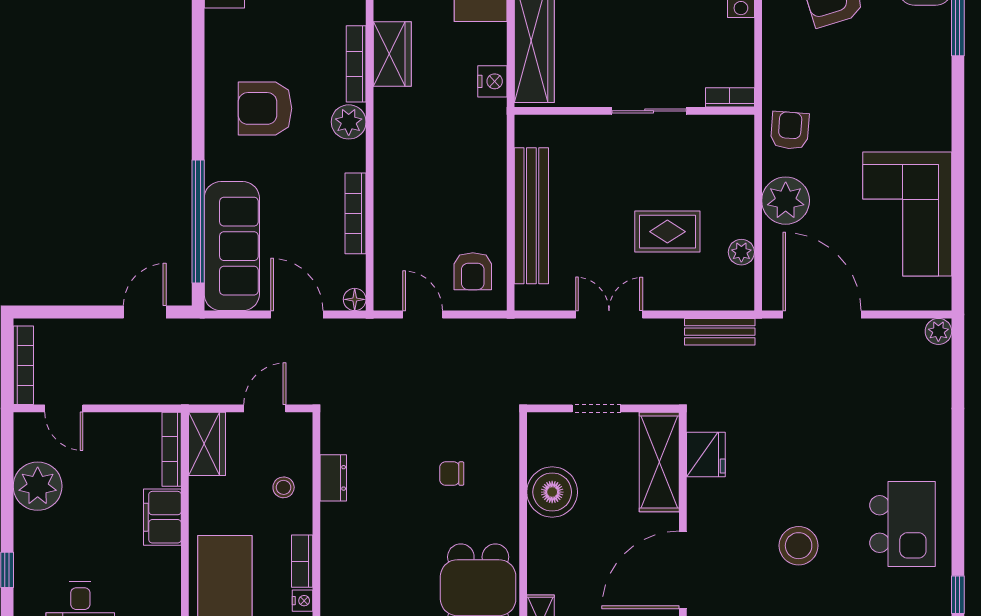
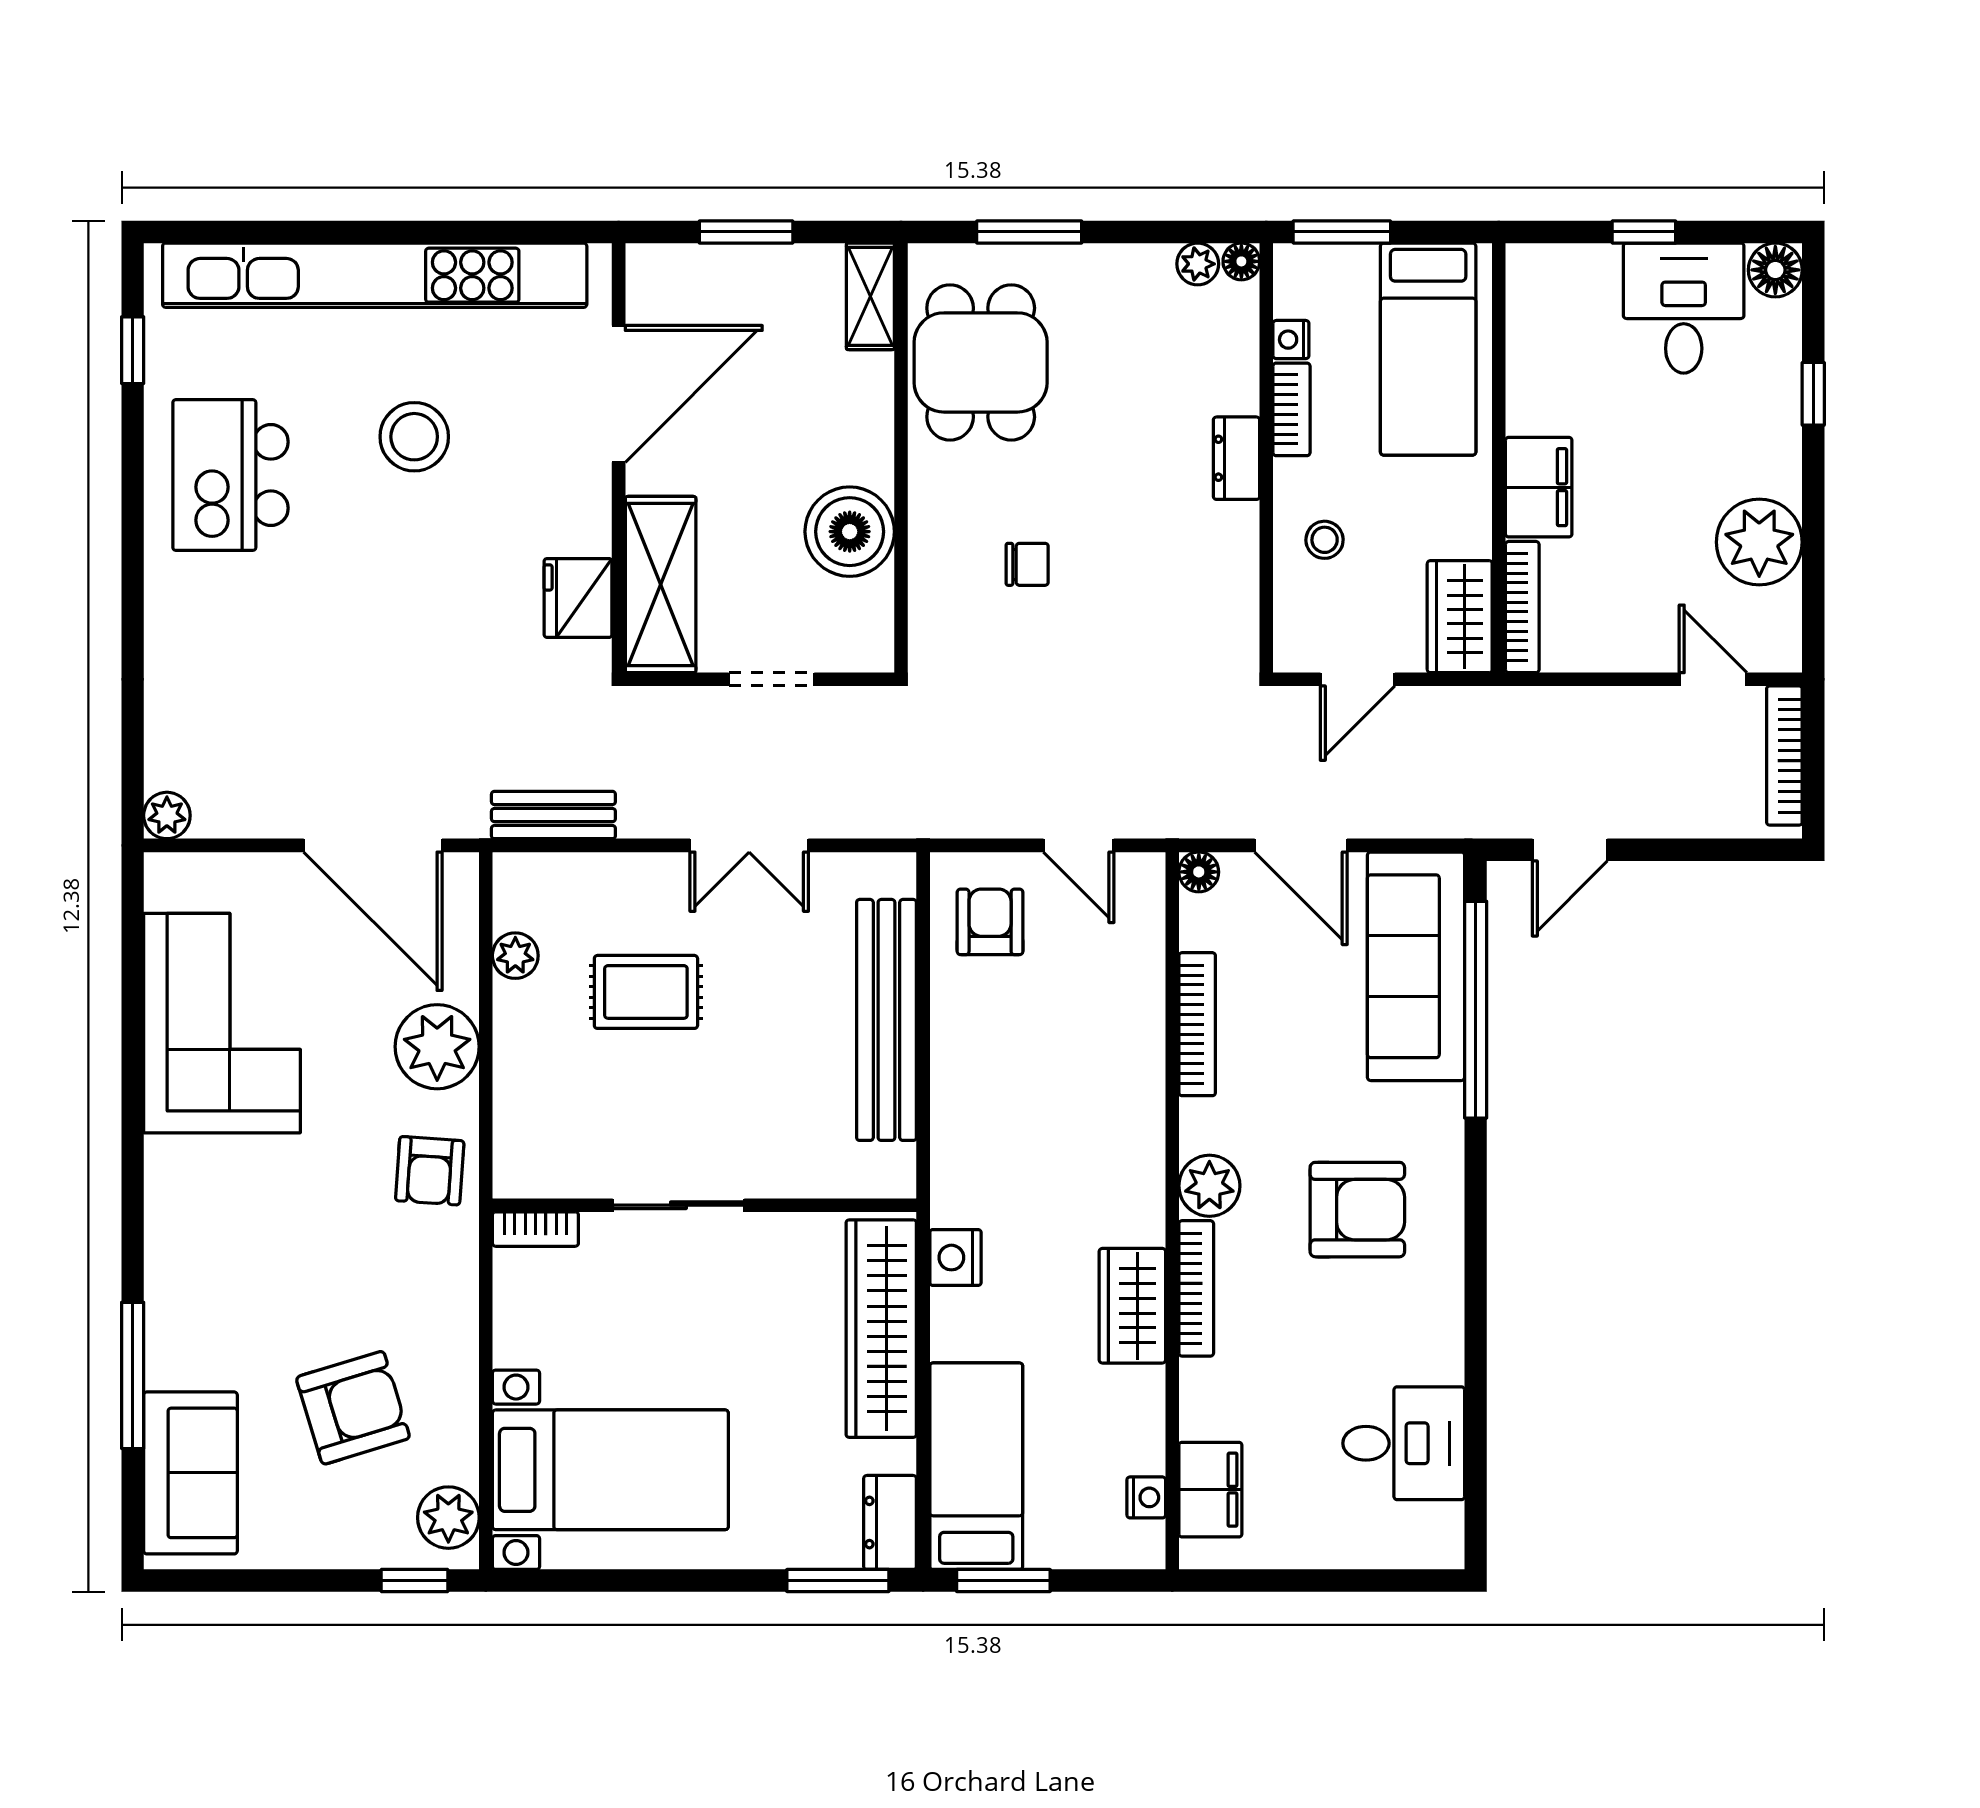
dresser: (333, 478) -> (1237, 458), moved

